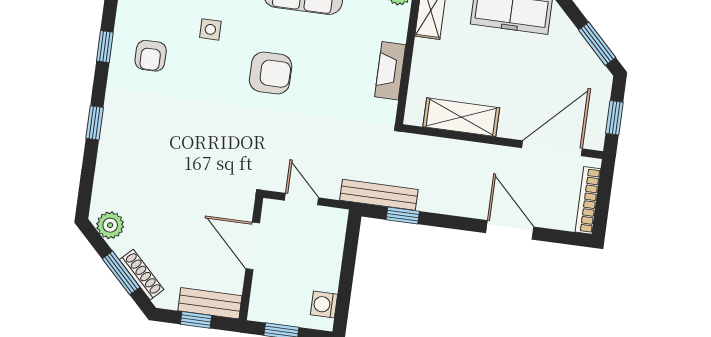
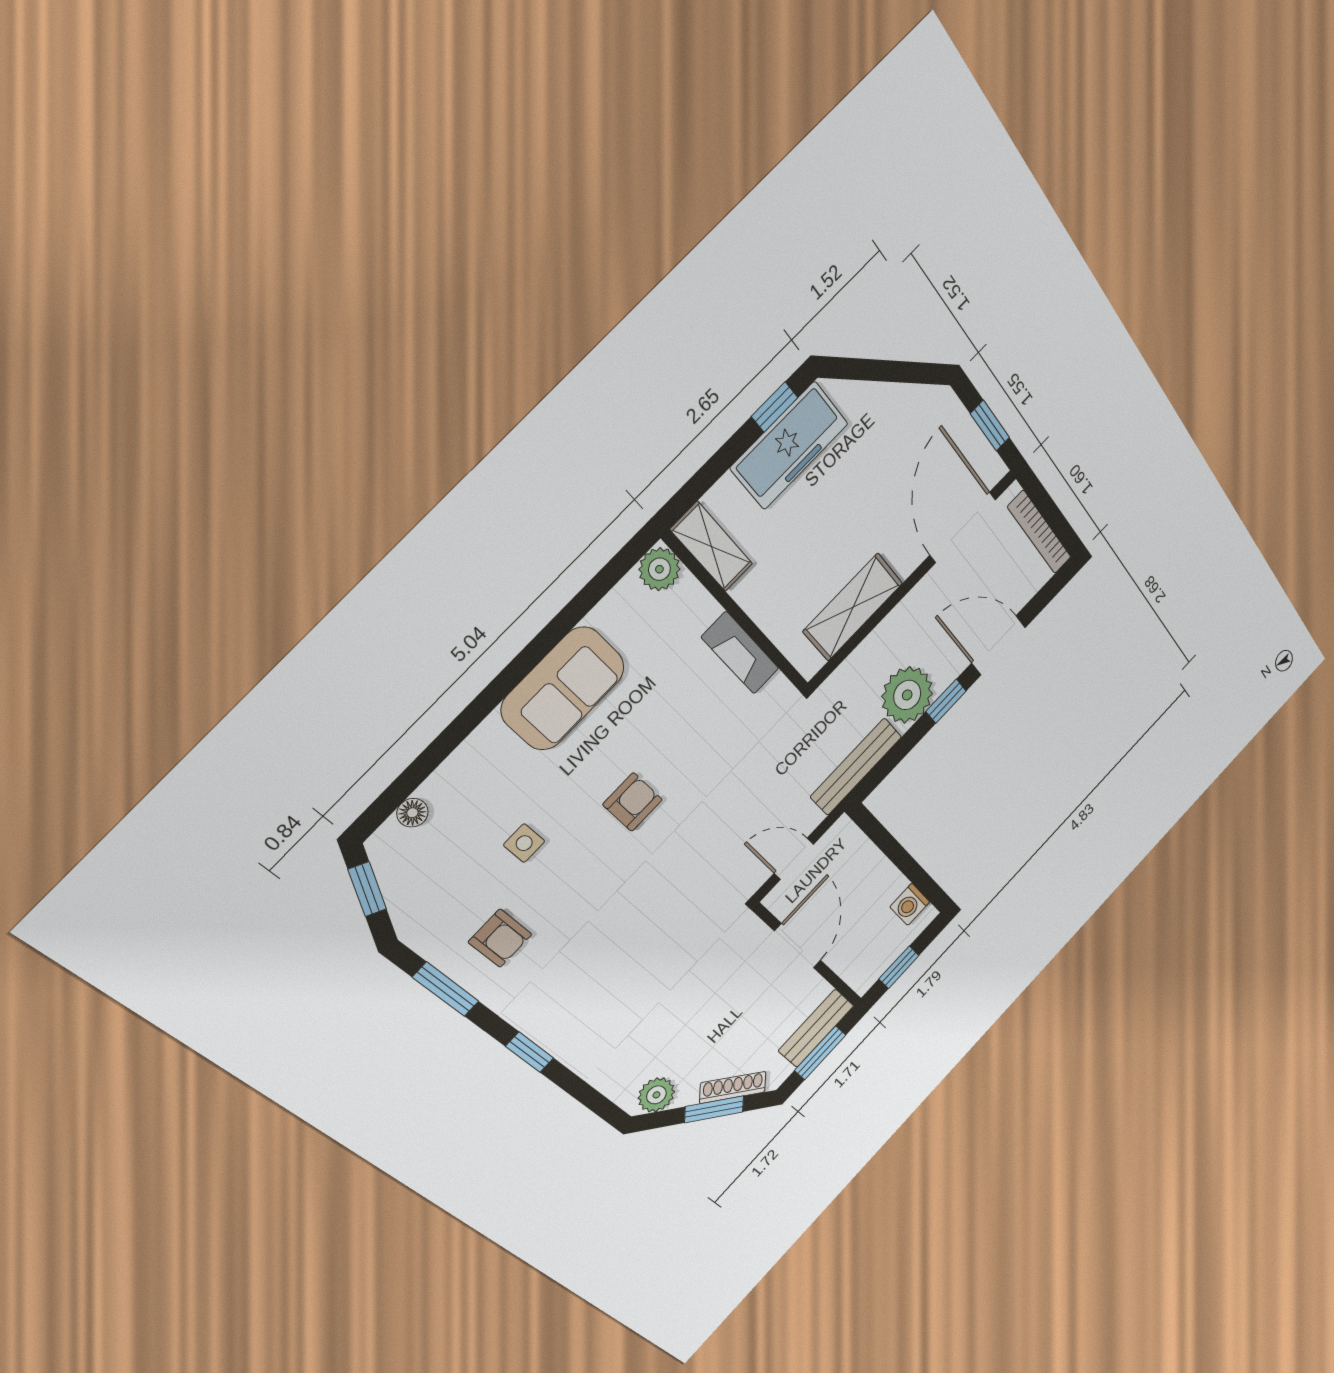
window: (597, 44) -> (904, 372), removed
window: (105, 47) -> (446, 989), width x1.50
armchair: (271, 73) -> (633, 802), width x0.72, depth x0.72
plant: (440, 193) -> (907, 695), added
window: (403, 215) -> (946, 701), moved
door: (253, 246) -> (798, 946), swing flipped
window: (196, 320) -> (820, 1053), width x1.50

